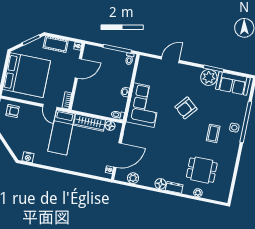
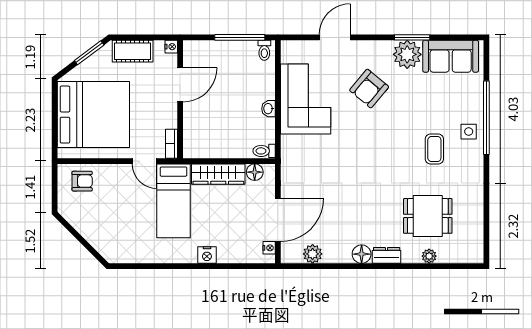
corner sofa: (144, 105) -> (306, 99), moved
armchair: (186, 108) -> (369, 89), moved
nightstand: (28, 157) -> (207, 255), moved

